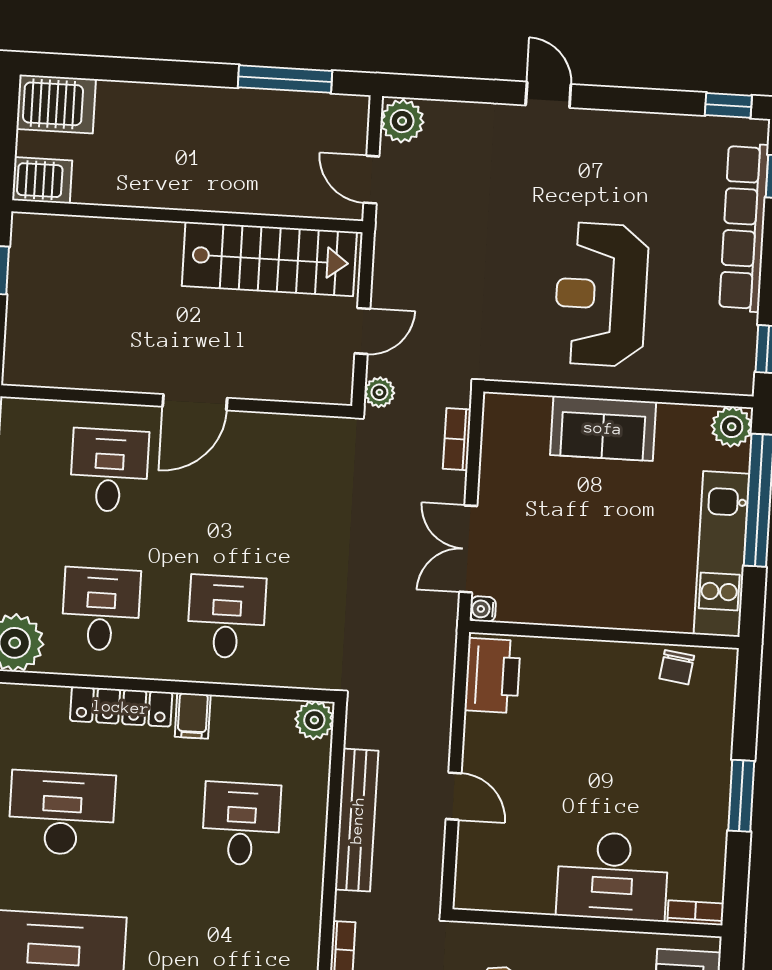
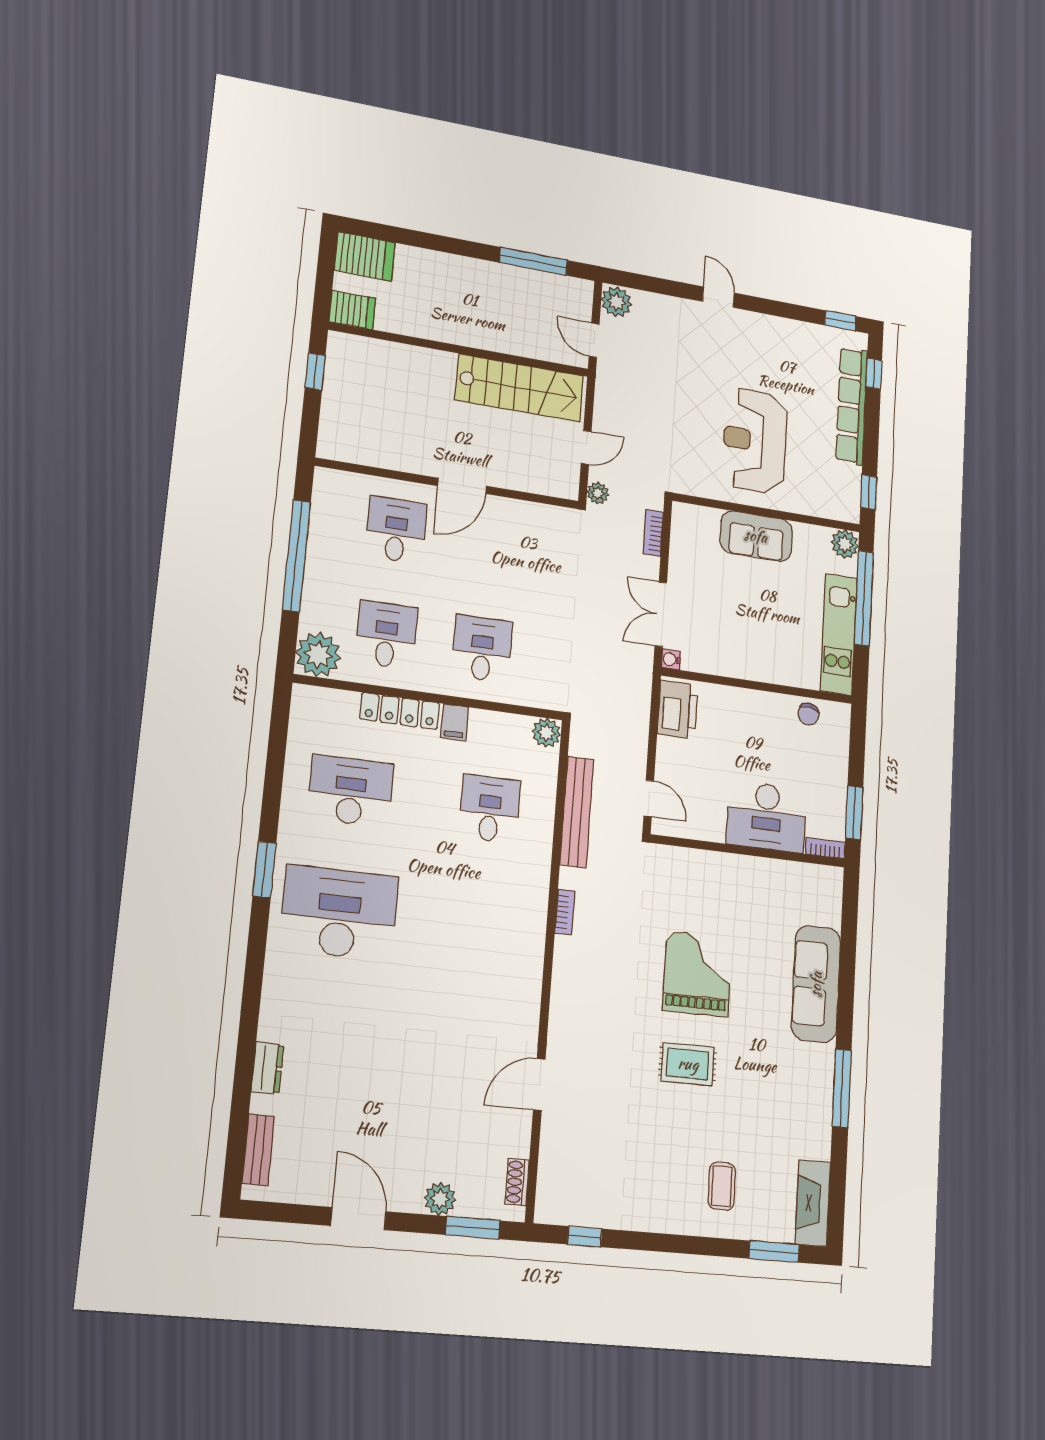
desk: (613, 876) -> (766, 817), moved
bookcase: (695, 913) -> (825, 848), moved
wall: (587, 923) -> (748, 851), moved

